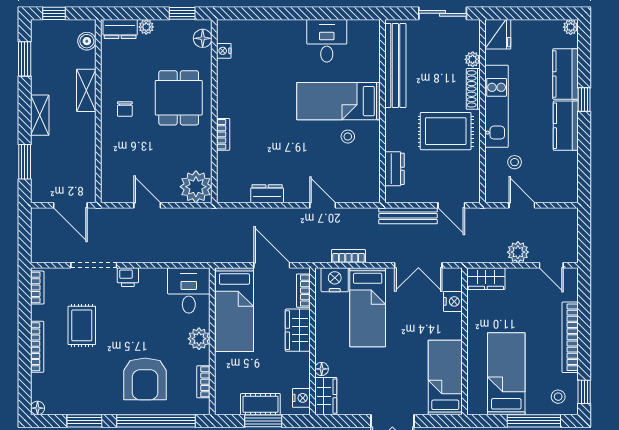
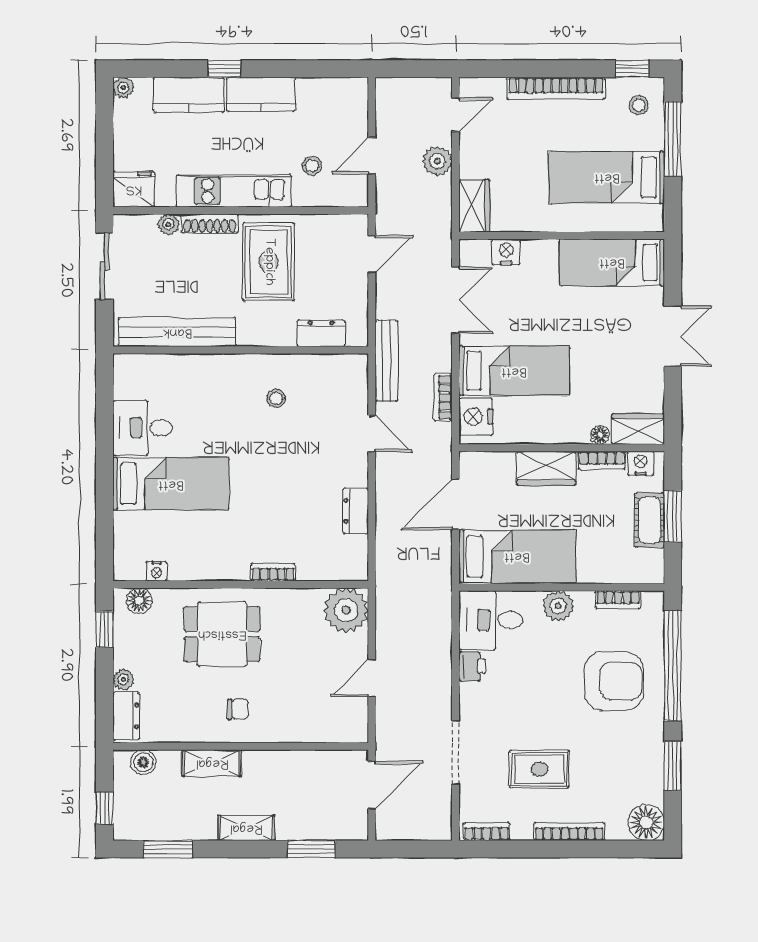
bed: (338, 101) -> (171, 484), moved, turned -90
door: (323, 205) -> (372, 434), swing flipped
bench: (408, 216) -> (387, 361), moved
printer: (128, 277) -> (472, 666), moved
bookcase: (303, 291) -> (602, 460), moved
floor lamp: (38, 408) -> (646, 822), width x1.89, depth x1.89

